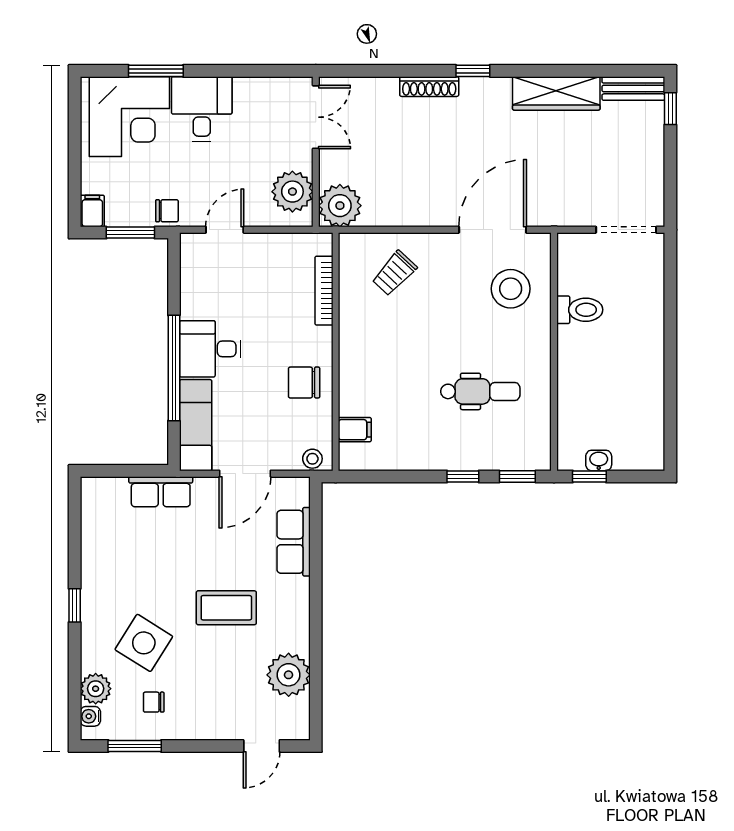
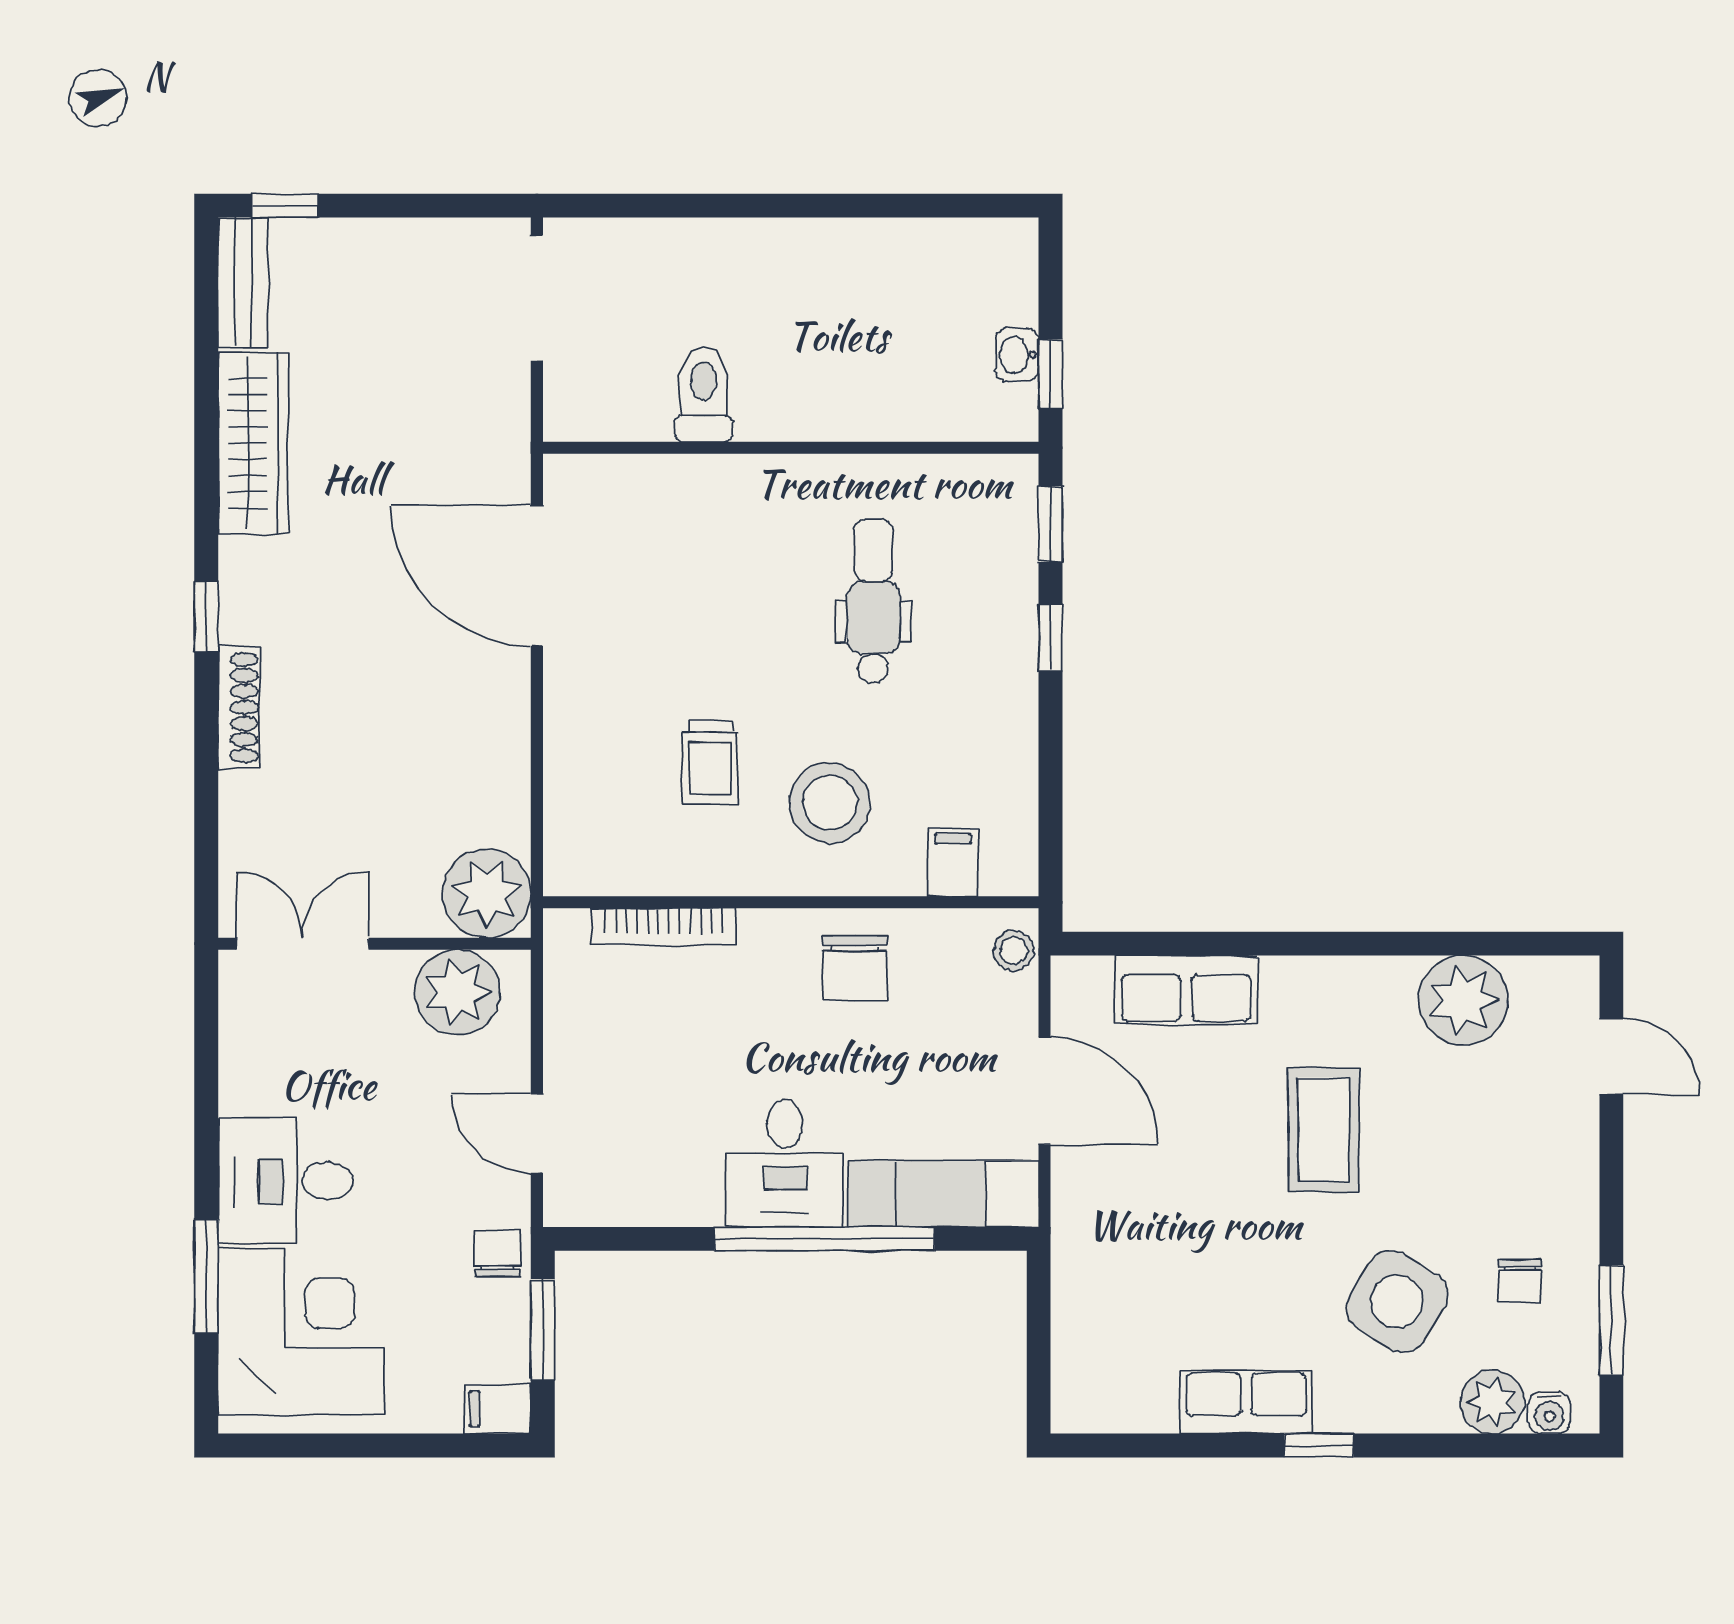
trolley: (394, 273) -> (710, 762), moved, turned 47
stool: (511, 289) -> (830, 803), moved
row of seats: (161, 492) -> (1246, 1402), moved, turned -90

